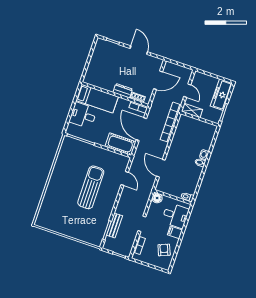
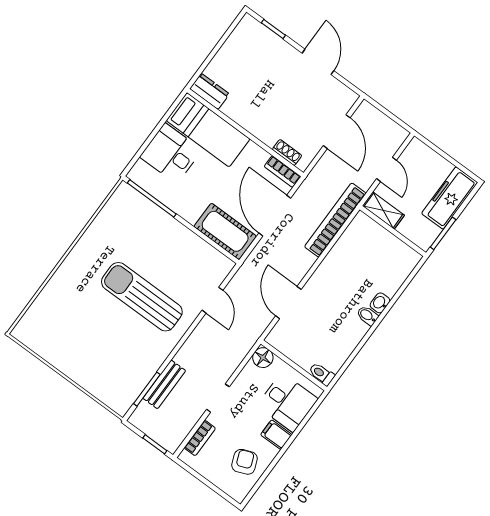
door: (158, 80) -> (337, 132), hinge flipped
dresser: (123, 91) -> (210, 91), moved
sun lounger: (91, 187) -> (142, 297), turned -90

